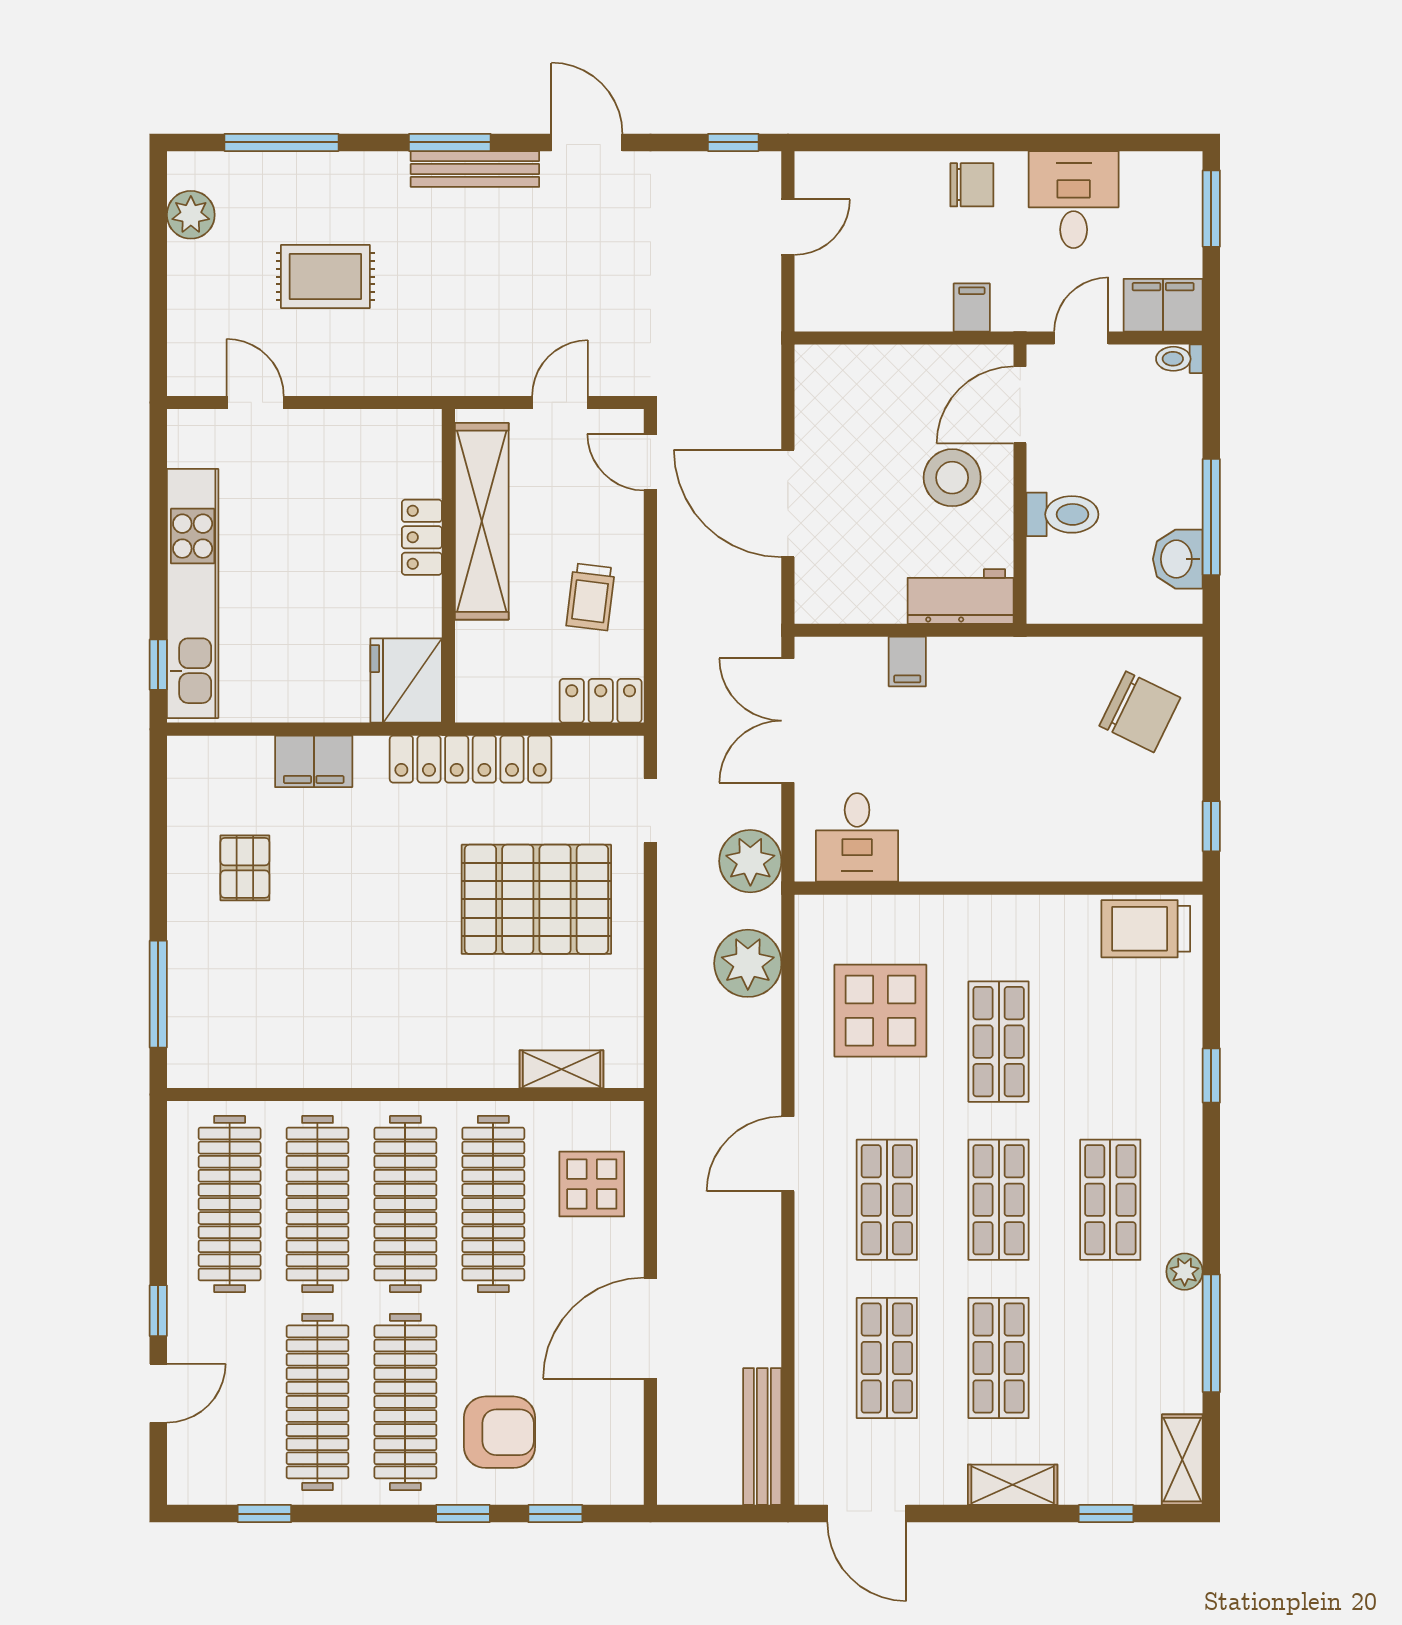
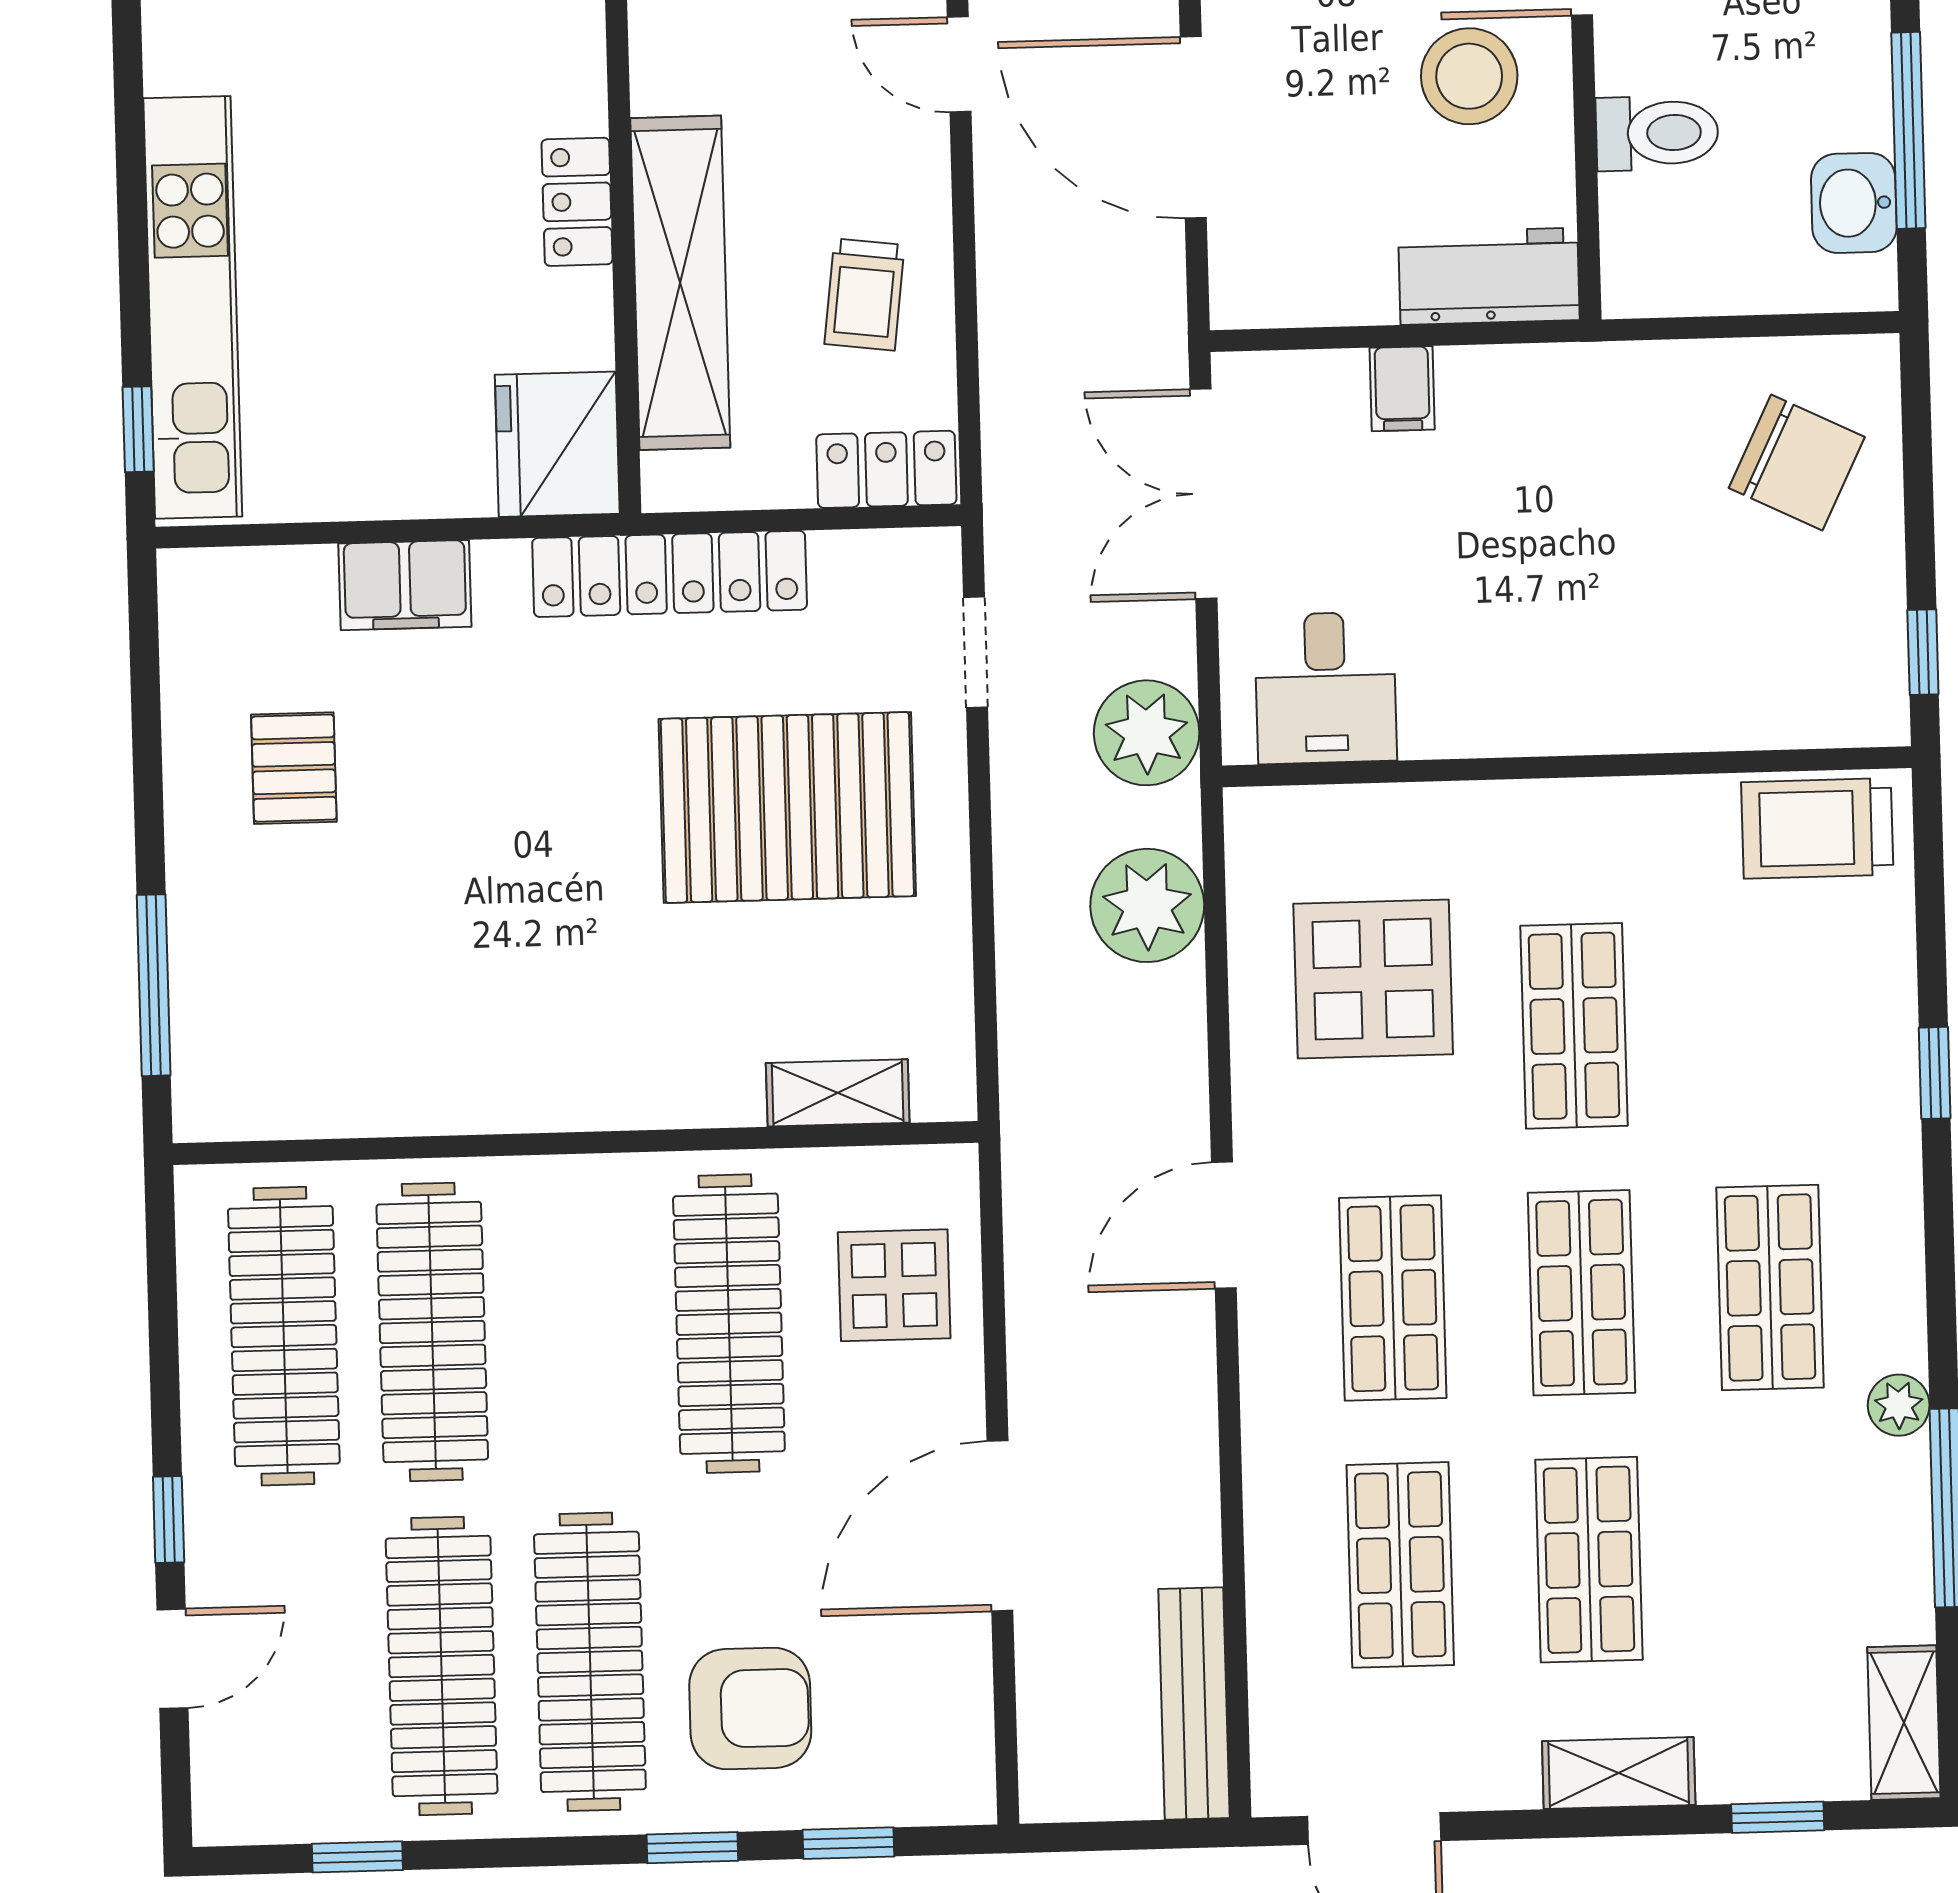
shelving: (482, 521) -> (680, 283), moved
clothes rail: (405, 1204) -> (581, 1328), removed

